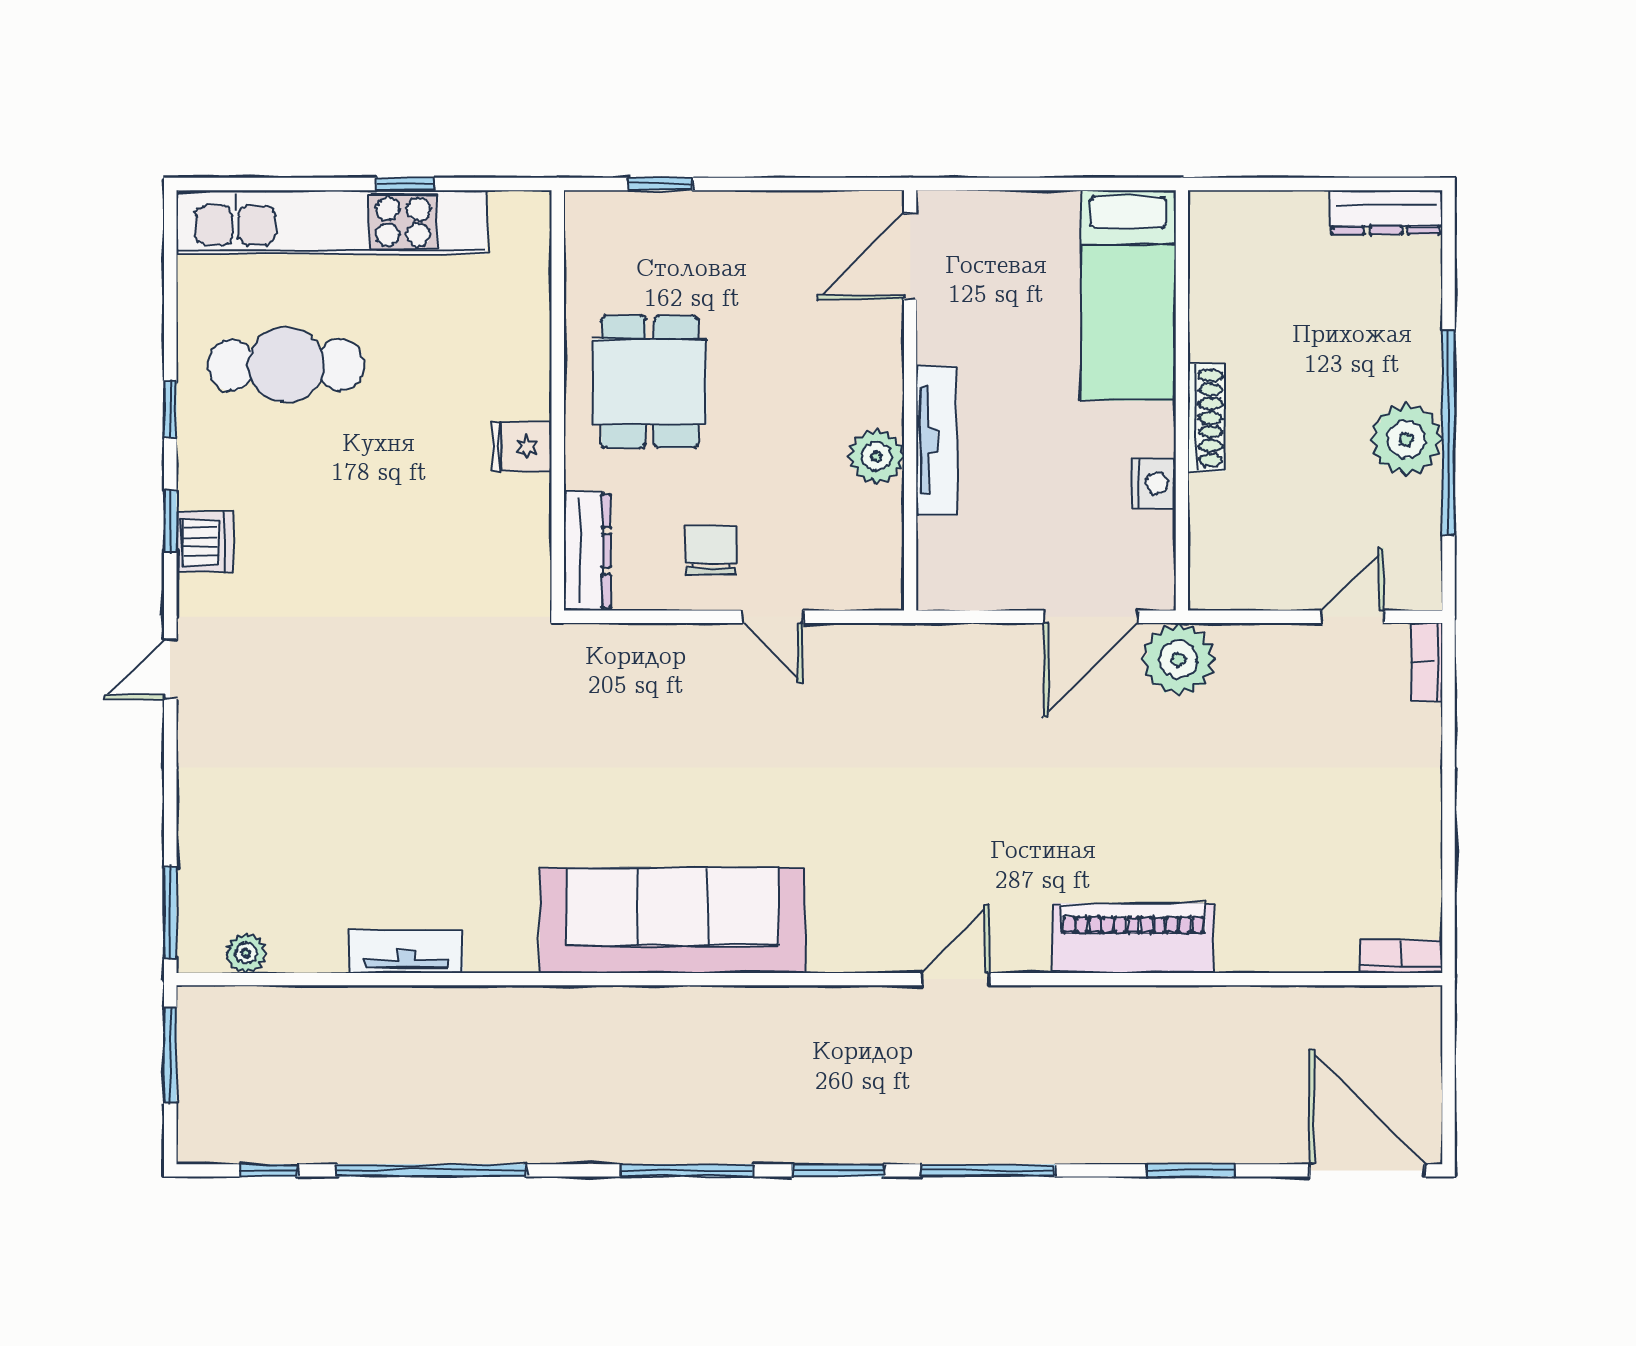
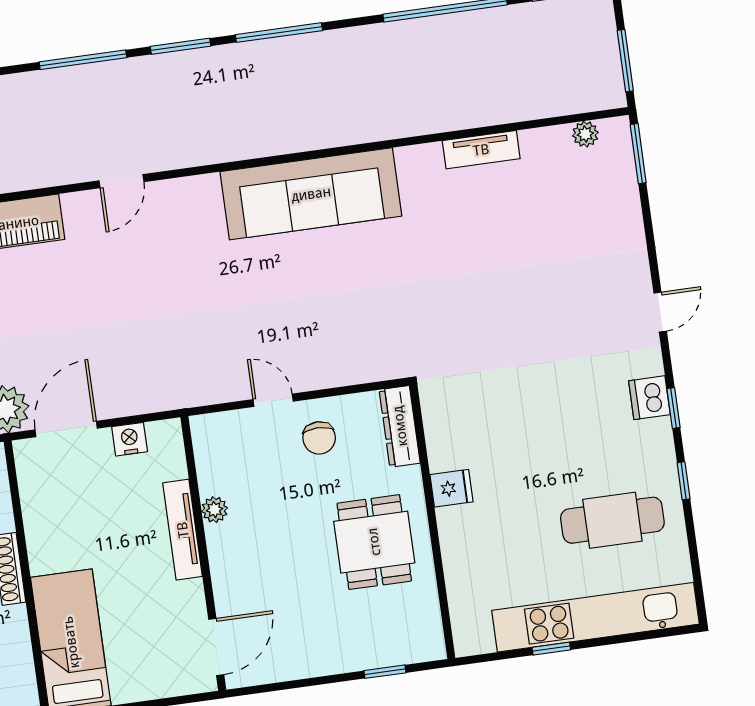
plant: (876, 457) -> (215, 510), width x0.73, depth x0.73
nightstand: (1153, 483) -> (130, 439), moved, turned 90

